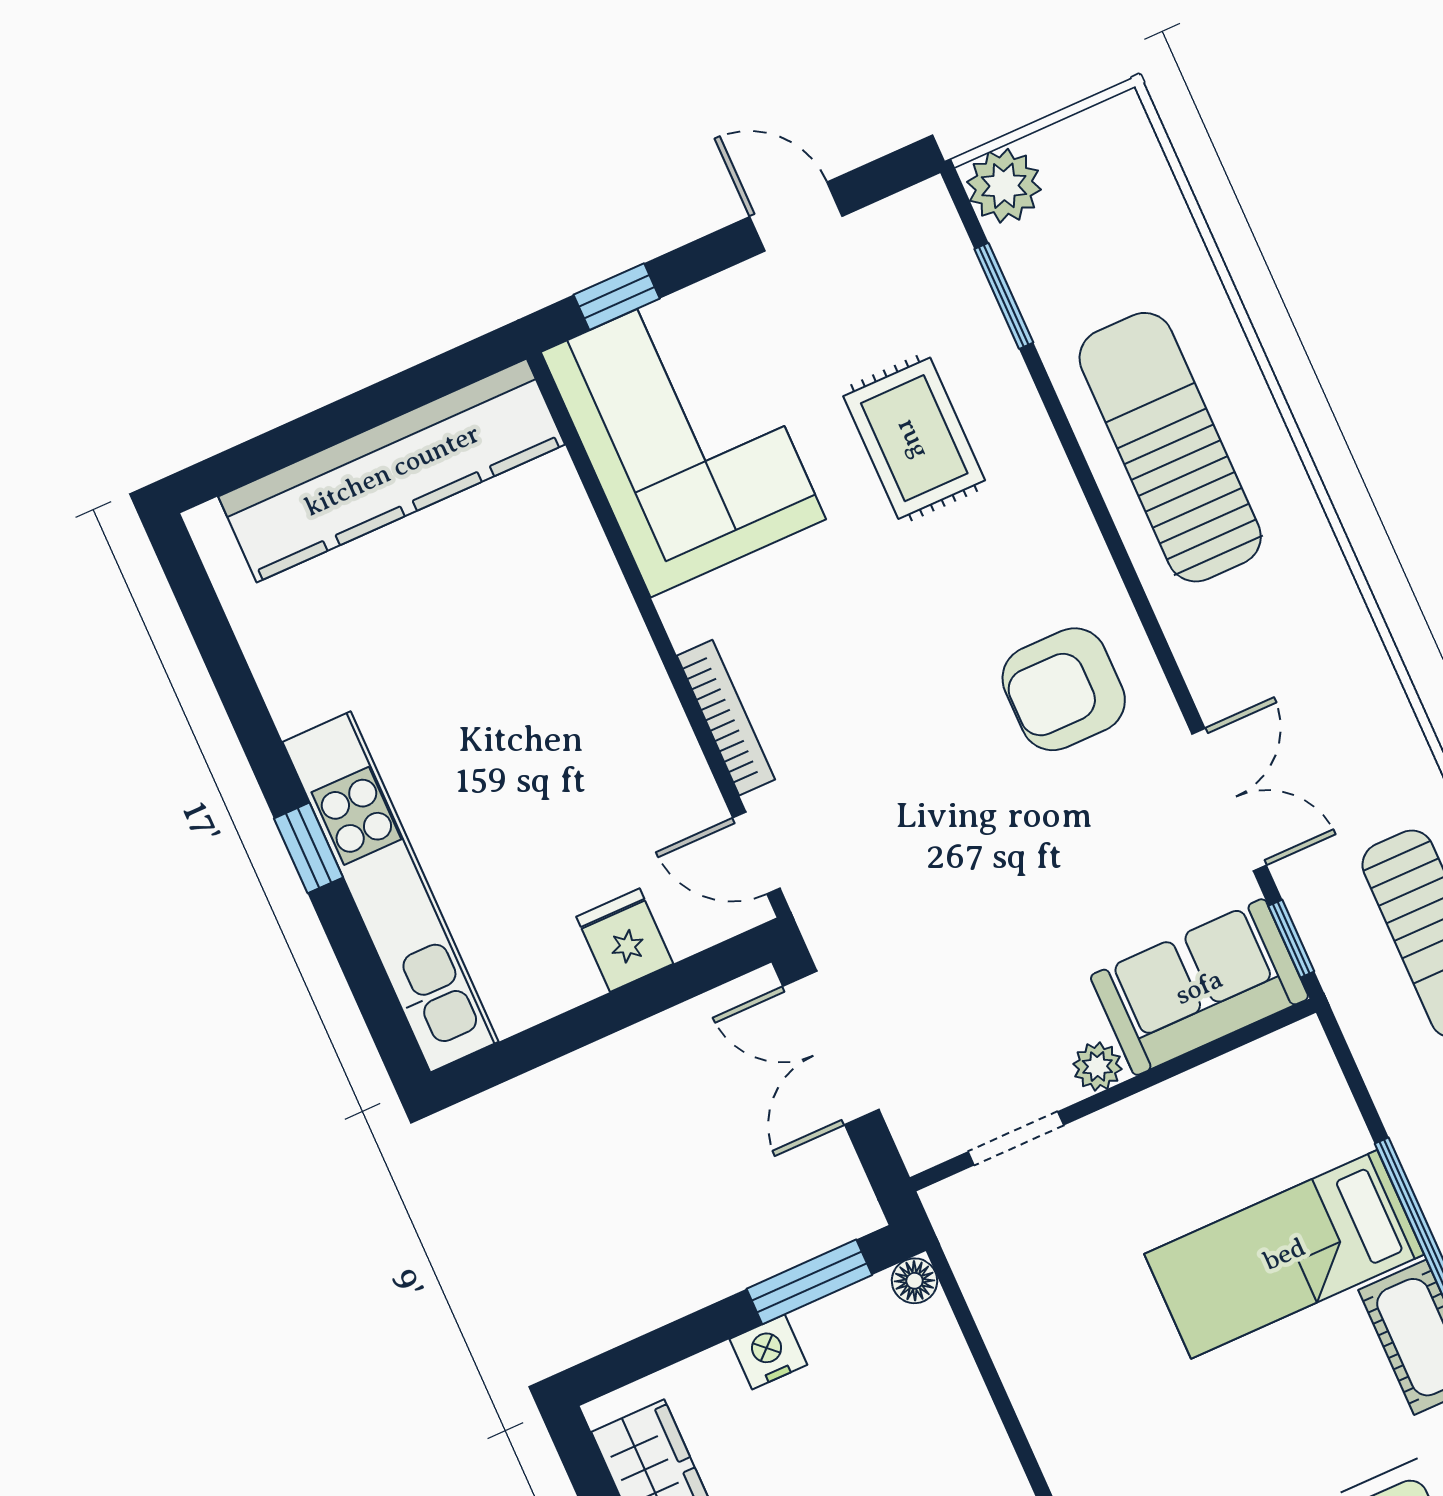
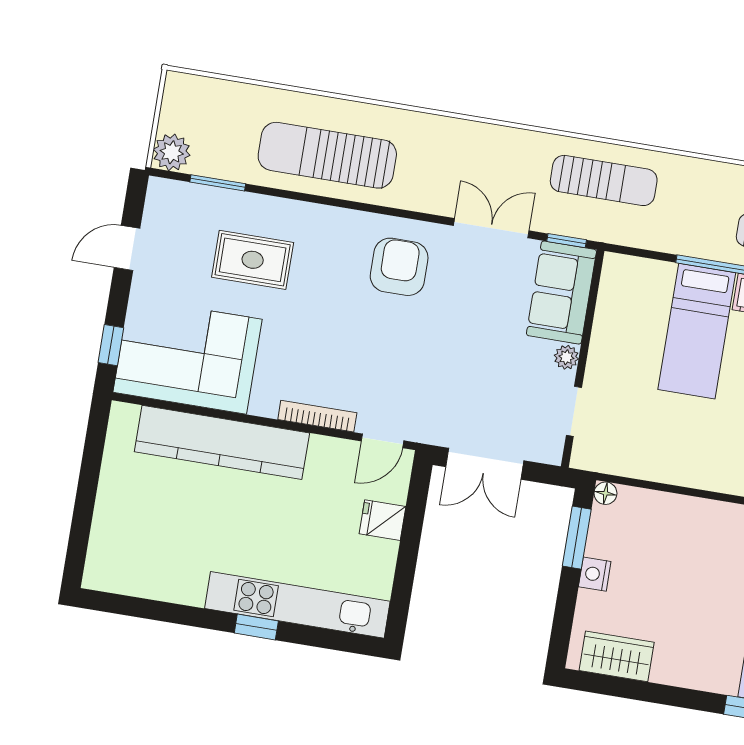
kitchen counter: (392, 470) -> (222, 442), moved, turned 90
armchair: (1064, 689) -> (399, 267), turned 180

